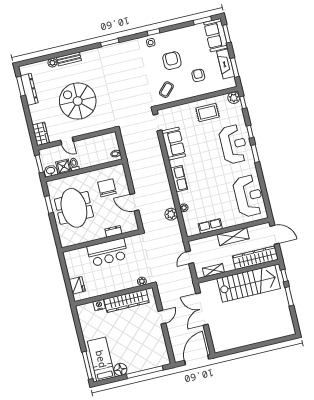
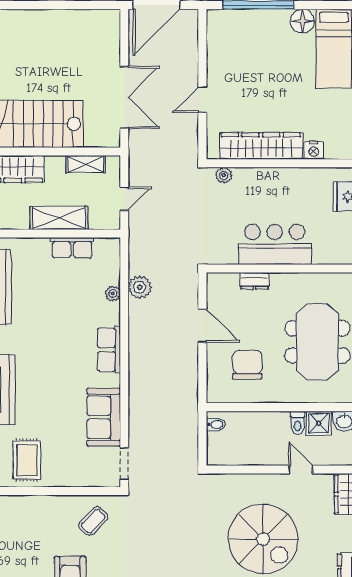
armchair: (198, 75) -> (28, 533), removed
rug: (208, 112) -> (27, 460), turned 90
chair: (107, 188) -> (247, 365), turned 180
shelving: (233, 237) -> (59, 218), moved

